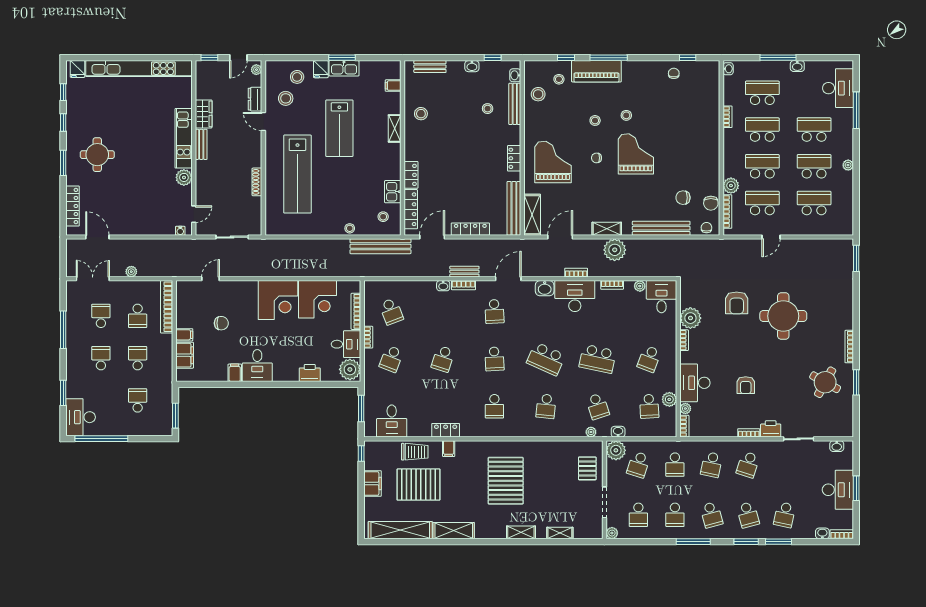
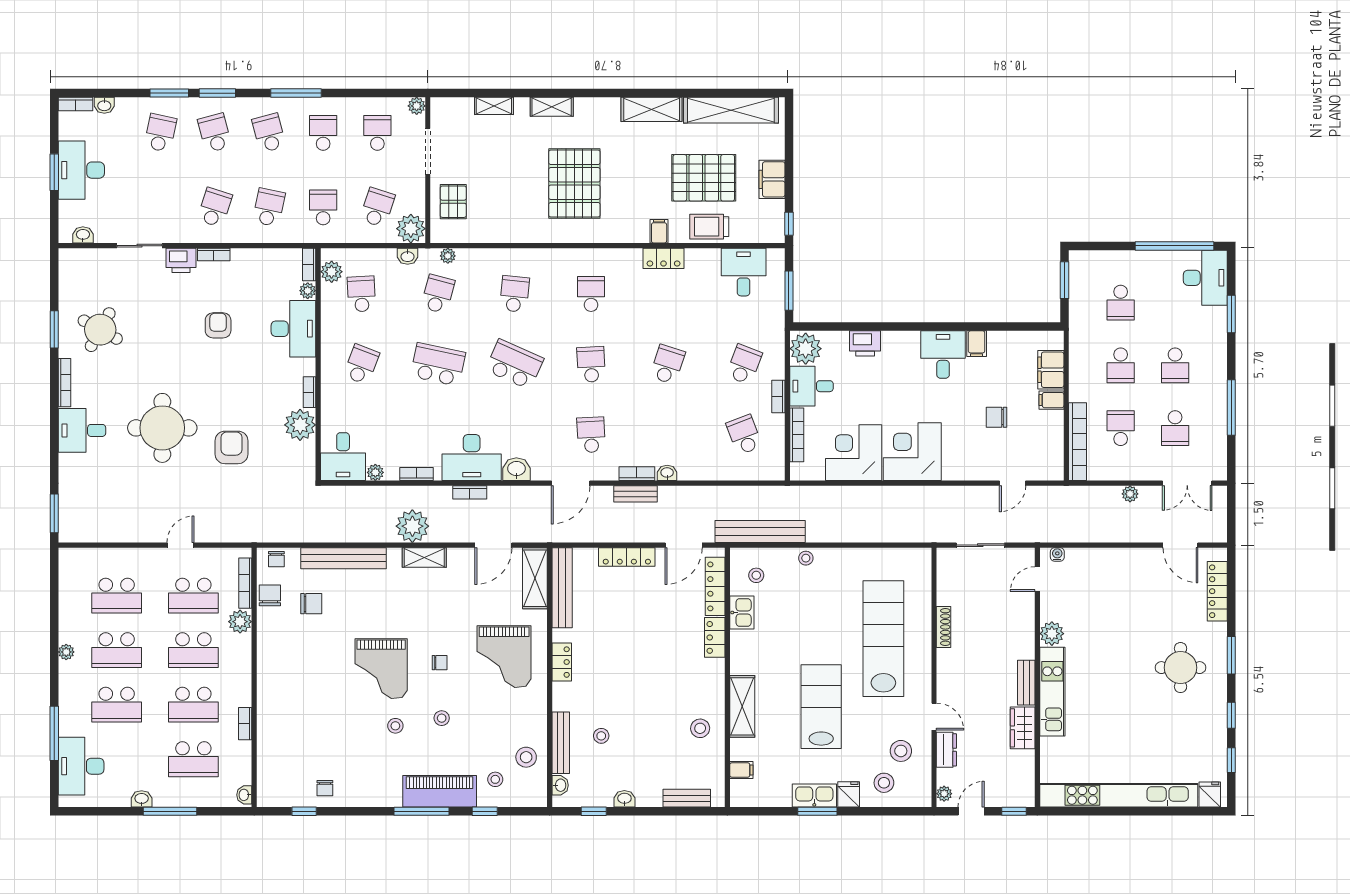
shelving: (395, 128) -> (742, 706), width x1.50, depth x1.33
desk: (837, 314) -> (82, 430), added
plant: (669, 399) -> (332, 272), moved
school desk: (598, 406) -> (438, 294), turned 33

